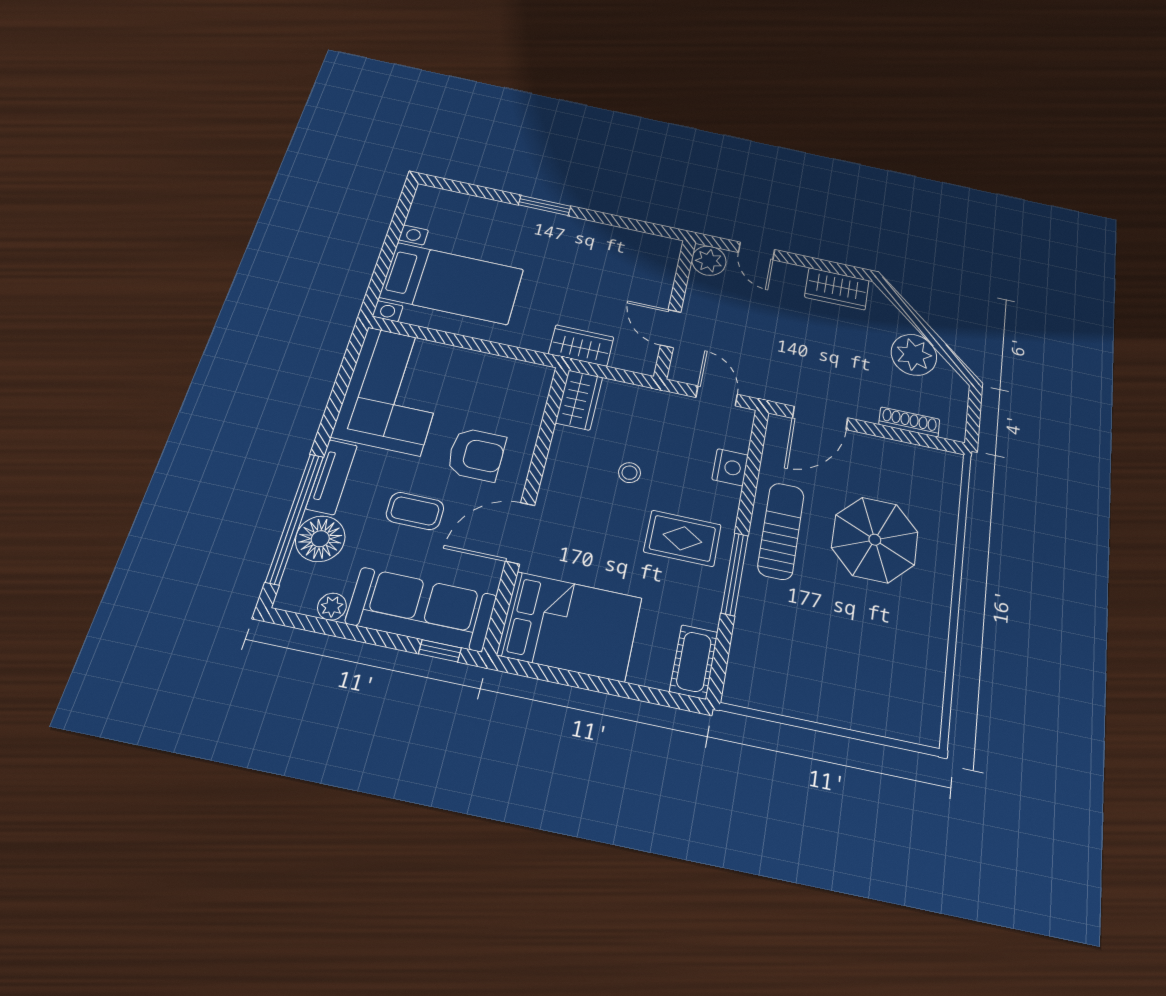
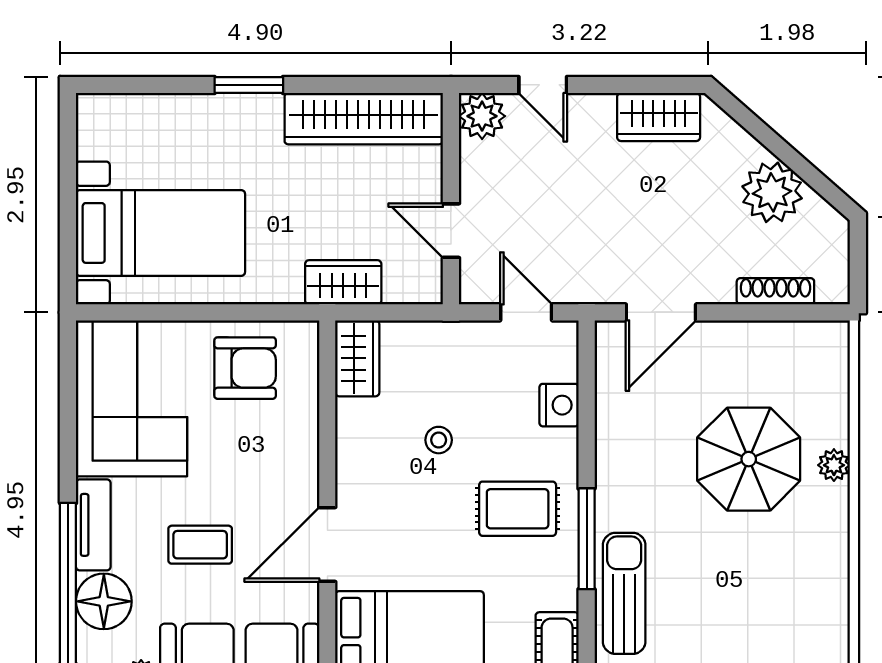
wardrobe: (622, 244) -> (364, 119), added
armchair: (476, 454) -> (245, 368), moved
sun lounger: (781, 531) -> (624, 593), moved
plant: (943, 559) -> (834, 465), added

